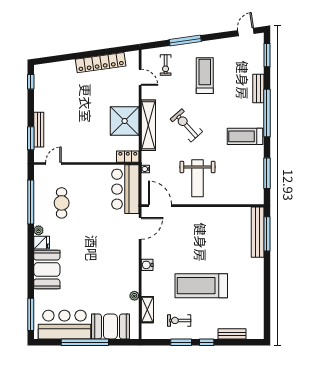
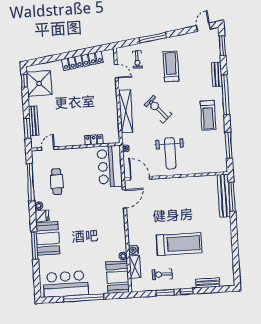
shower: (125, 121) -> (39, 84), moved
treadmill: (245, 136) -> (208, 115), turned -90
locker: (128, 157) -> (94, 140), moved
water cooler: (147, 265) -> (134, 250), moved
treadmill: (201, 286) -> (179, 244), turned 180
window: (31, 314) -> (35, 246), moved
booth: (110, 326) -> (118, 277), moved, turned 90

